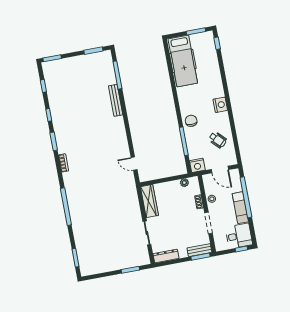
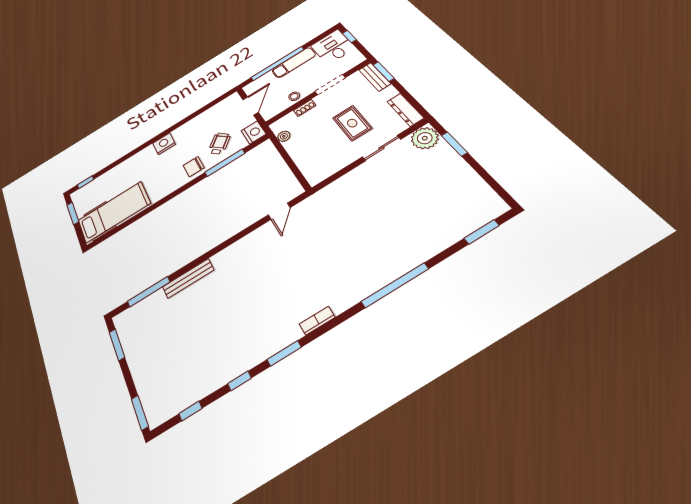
wheelchair: (218, 140) -> (219, 144), moved
wardrobe: (149, 201) -> (329, 166), removed
rug: (172, 224) -> (352, 123), added
plant: (142, 257) -> (425, 138), added

